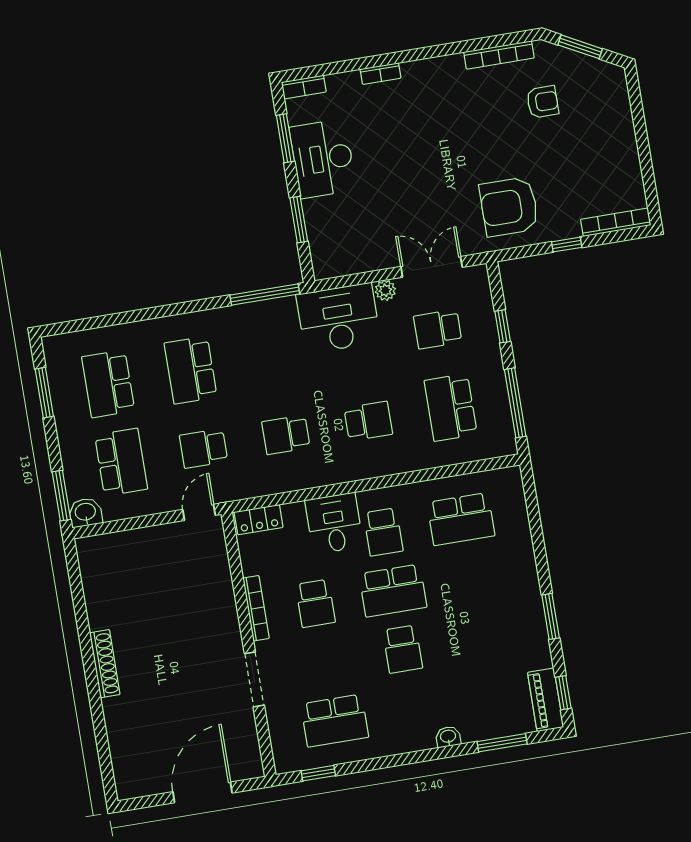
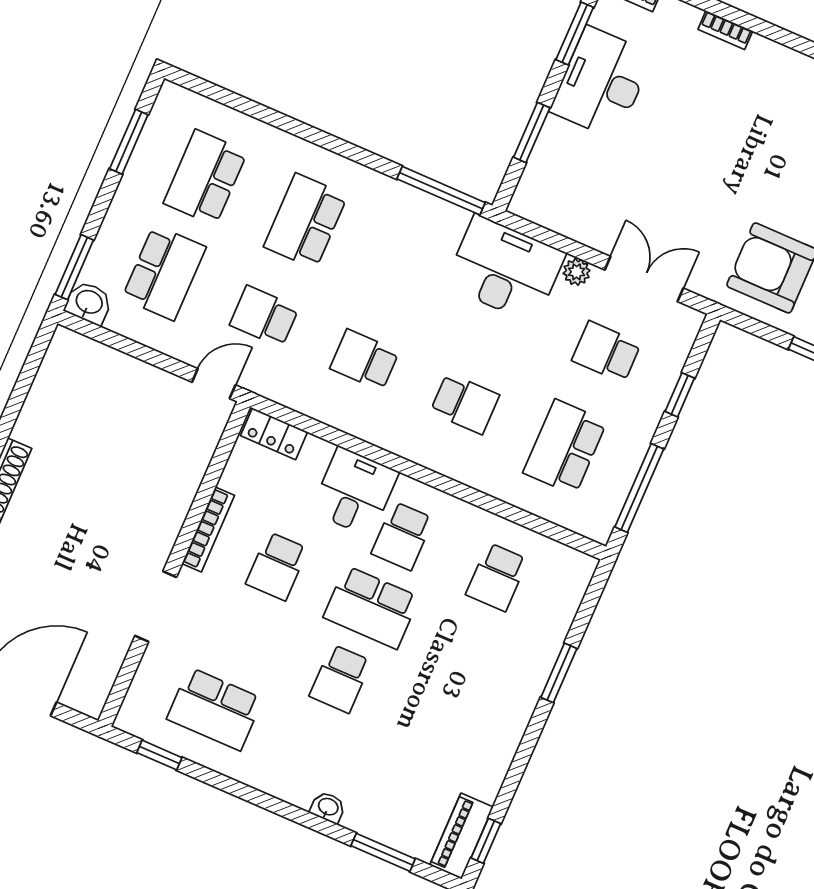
school desk: (461, 519) -> (497, 577), width x0.54
window: (551, 616) -> (559, 673), moved

